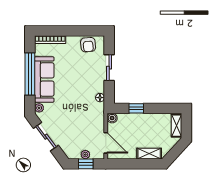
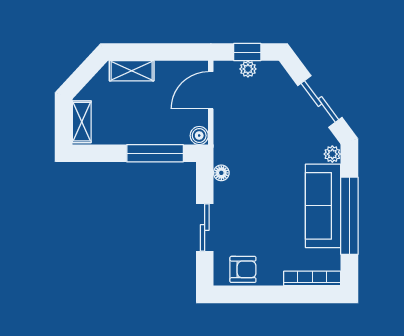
armchair: (88, 45) -> (243, 269), turned 96
window: (136, 108) -> (155, 153), width x2.17
door: (106, 143) -> (211, 90), hinge flipped

